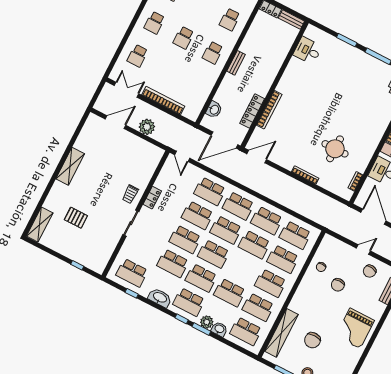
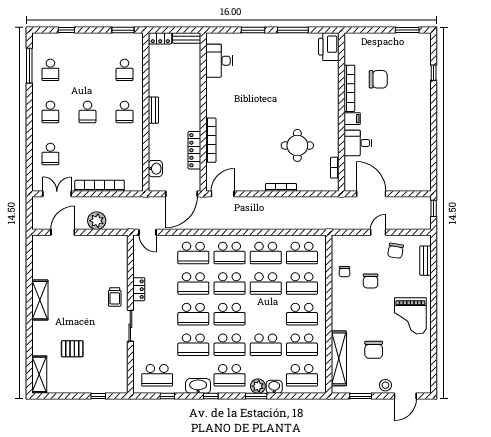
desk: (308, 51) -> (219, 61), width x1.37
window: (182, 319) -> (211, 396), moved

